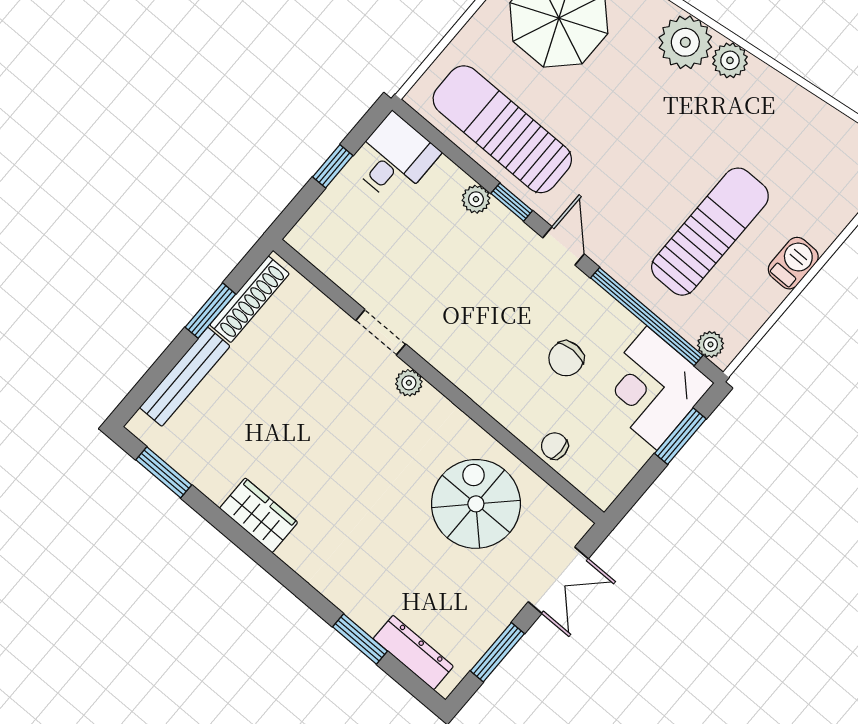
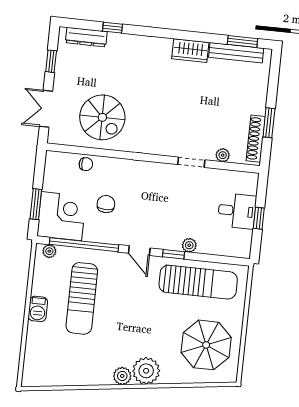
desk: (394, 158) -> (237, 211), moved, turned -90
bench: (185, 377) -> (236, 53), moved, turned 90
plant: (409, 383) -> (223, 155), moved
window: (360, 639) -> (112, 28), width x0.67
window: (497, 652) -> (51, 61), width x0.67

